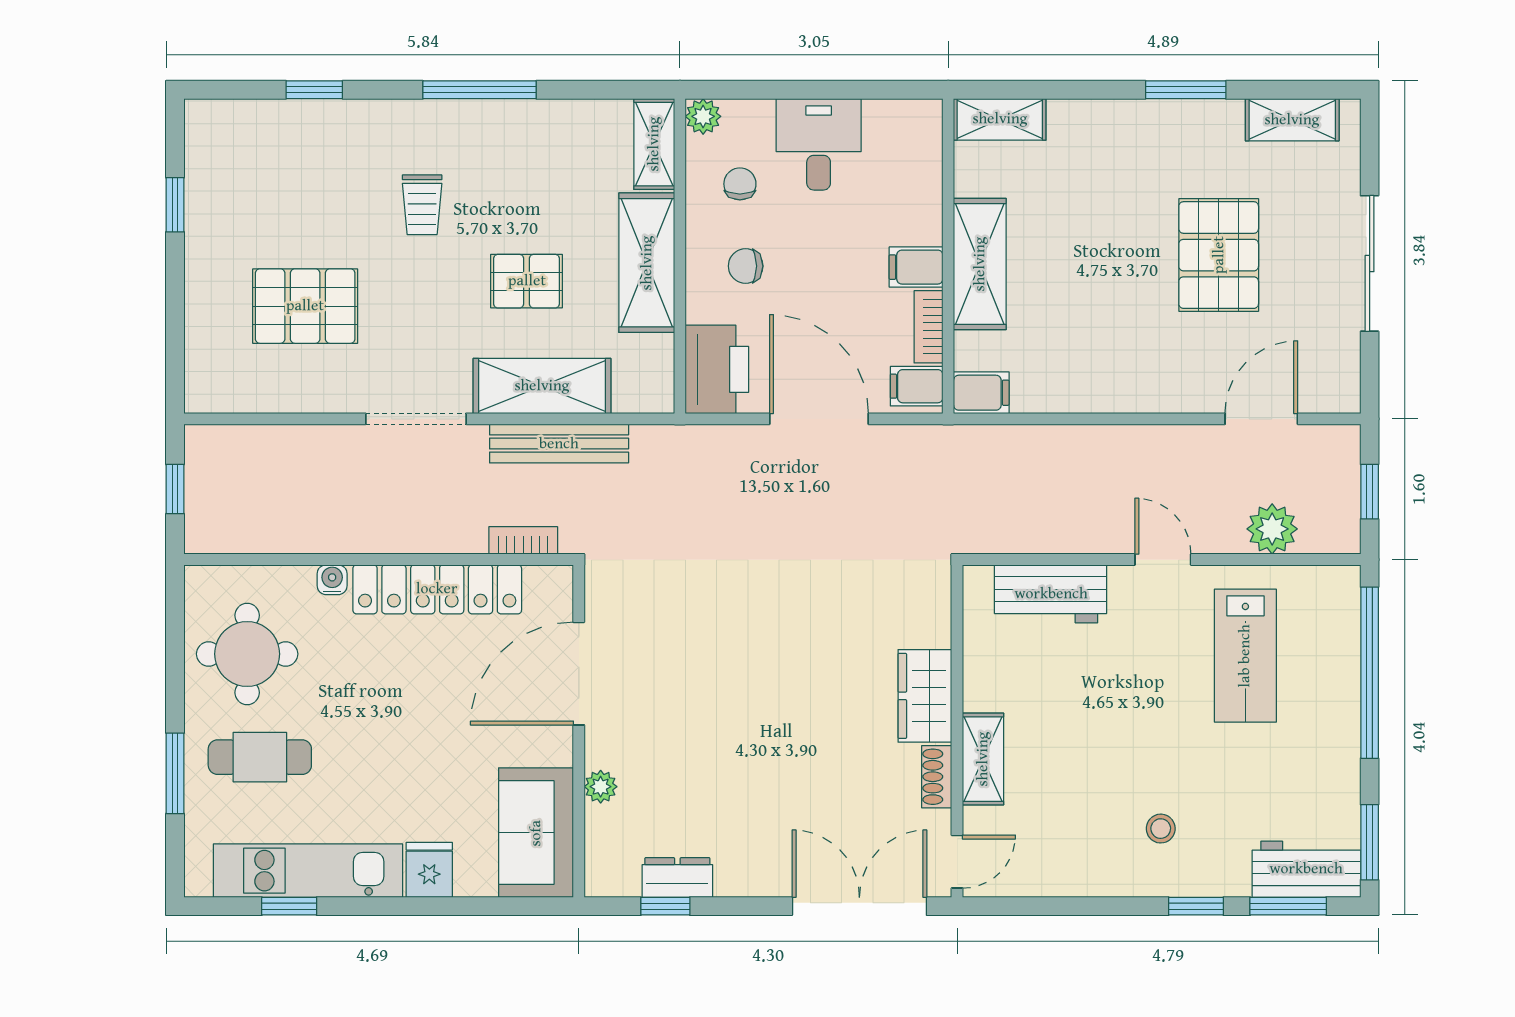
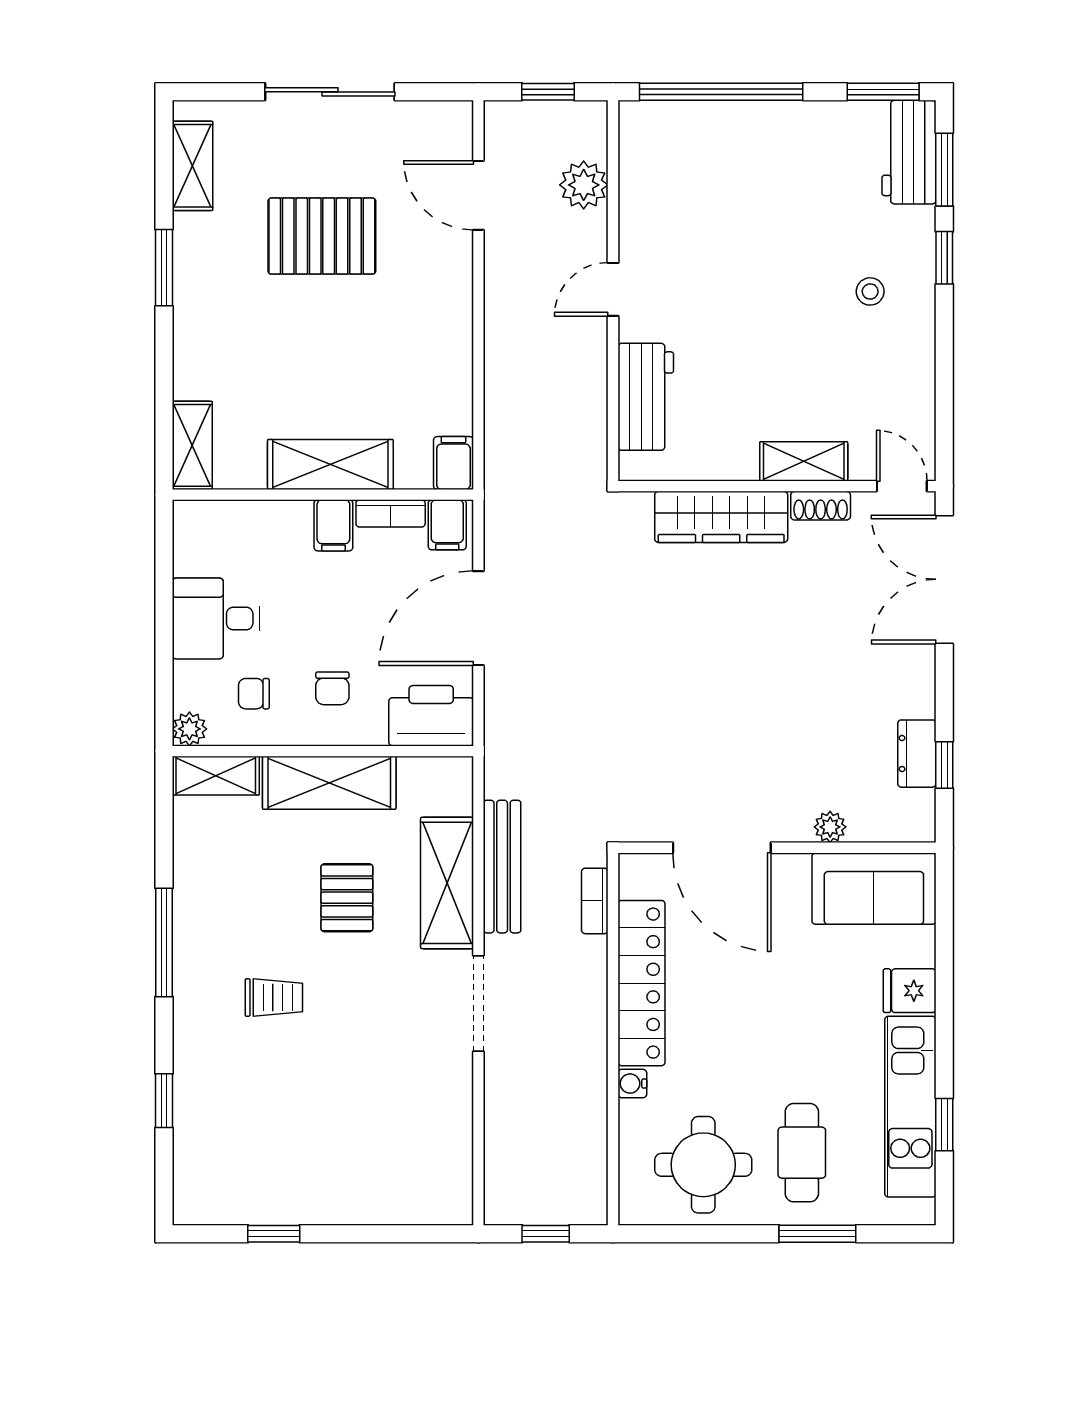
pallet: (305, 306) -> (371, 1109), removed
lab bench: (1245, 656) -> (705, 211), removed
wardrobe: (925, 696) -> (721, 517), width x1.50

